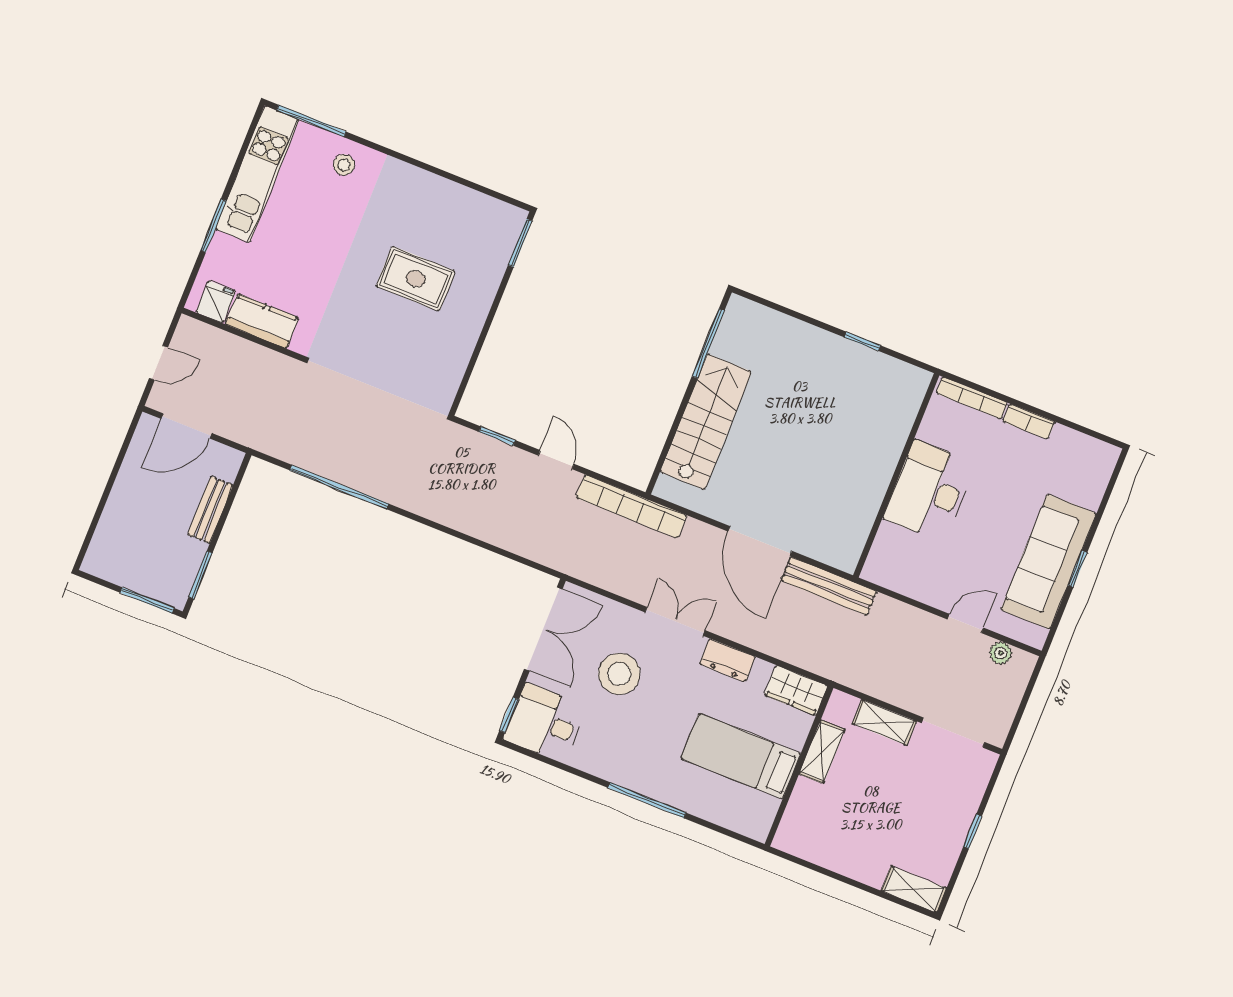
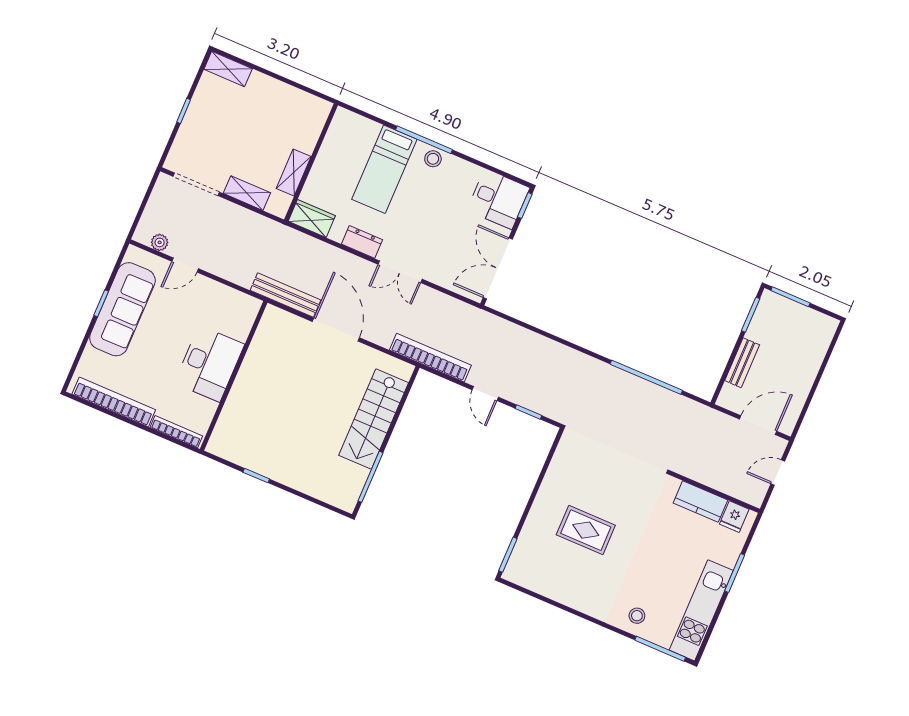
bookcase: (1029, 422) -> (114, 402), width x2.31, depth x1.31
stool: (619, 674) -> (433, 159), moved, width x0.53, depth x0.53
bed: (741, 756) -> (384, 169), moved, turned 90

